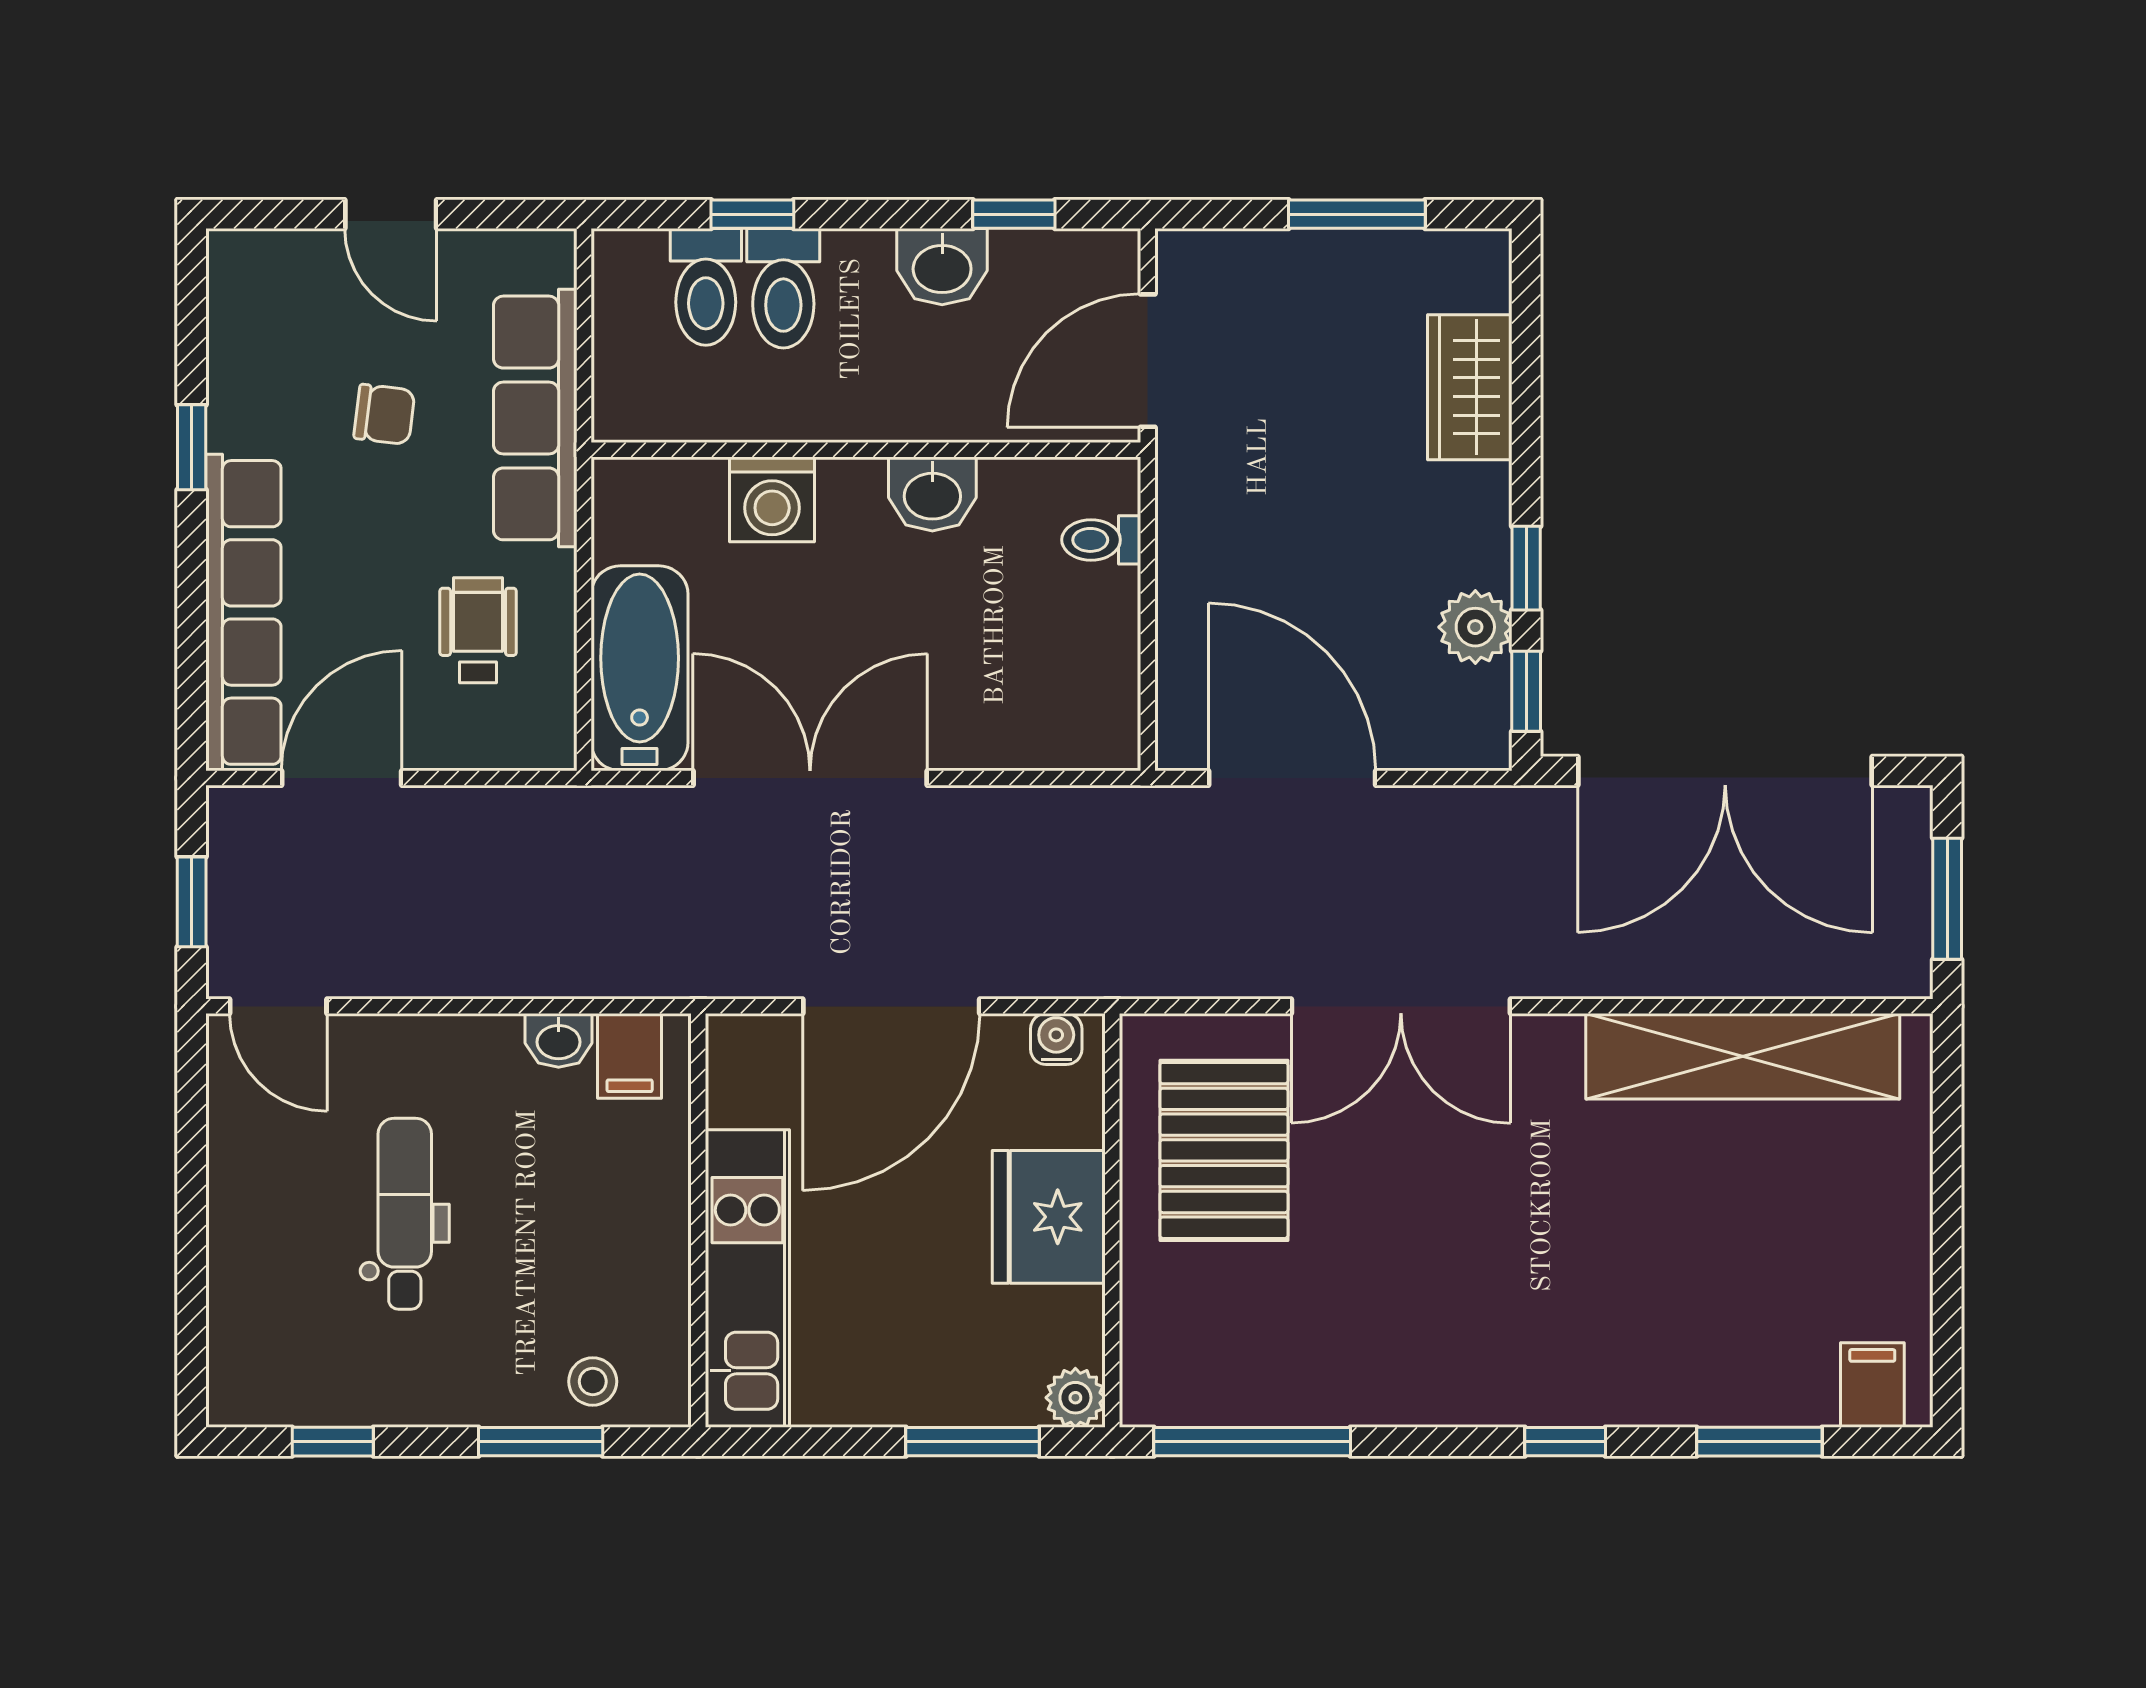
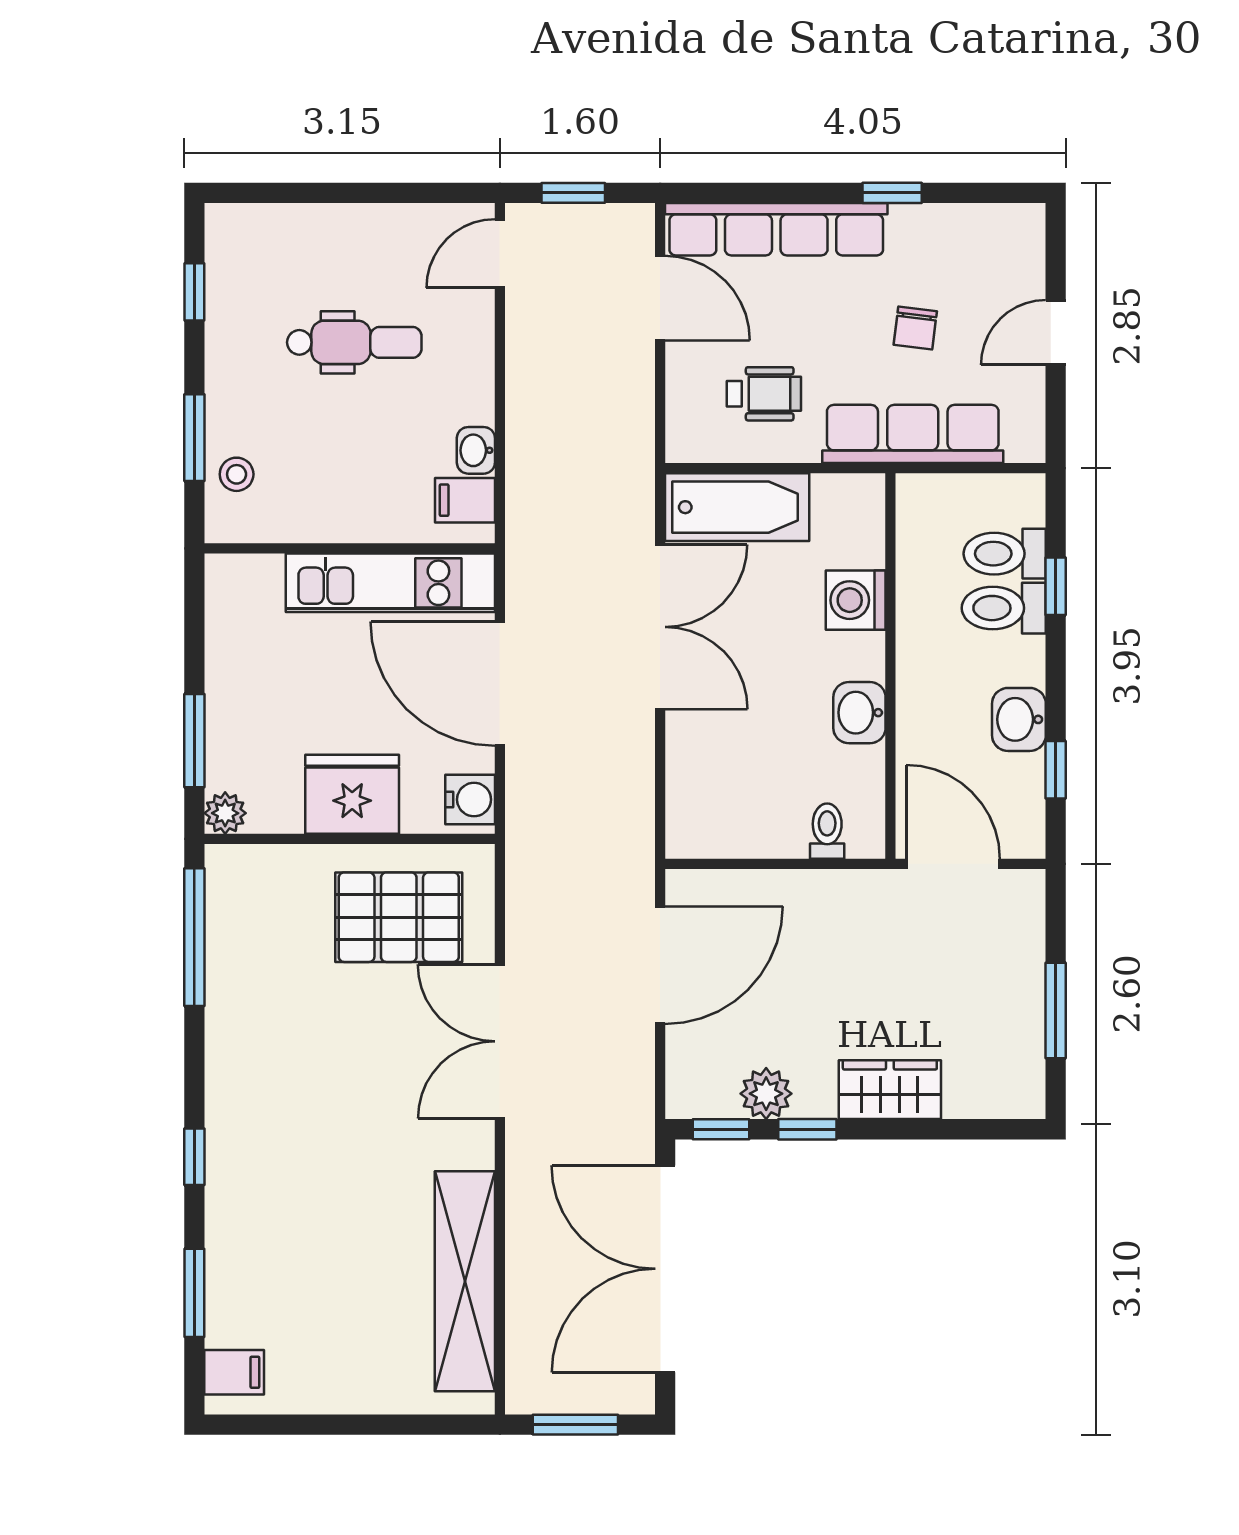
wardrobe: (1470, 387) -> (890, 1090), moved
water cooler: (1056, 1039) -> (470, 800), width x1.38, depth x1.38
kitchen unit: (747, 1278) -> (390, 583), moved

